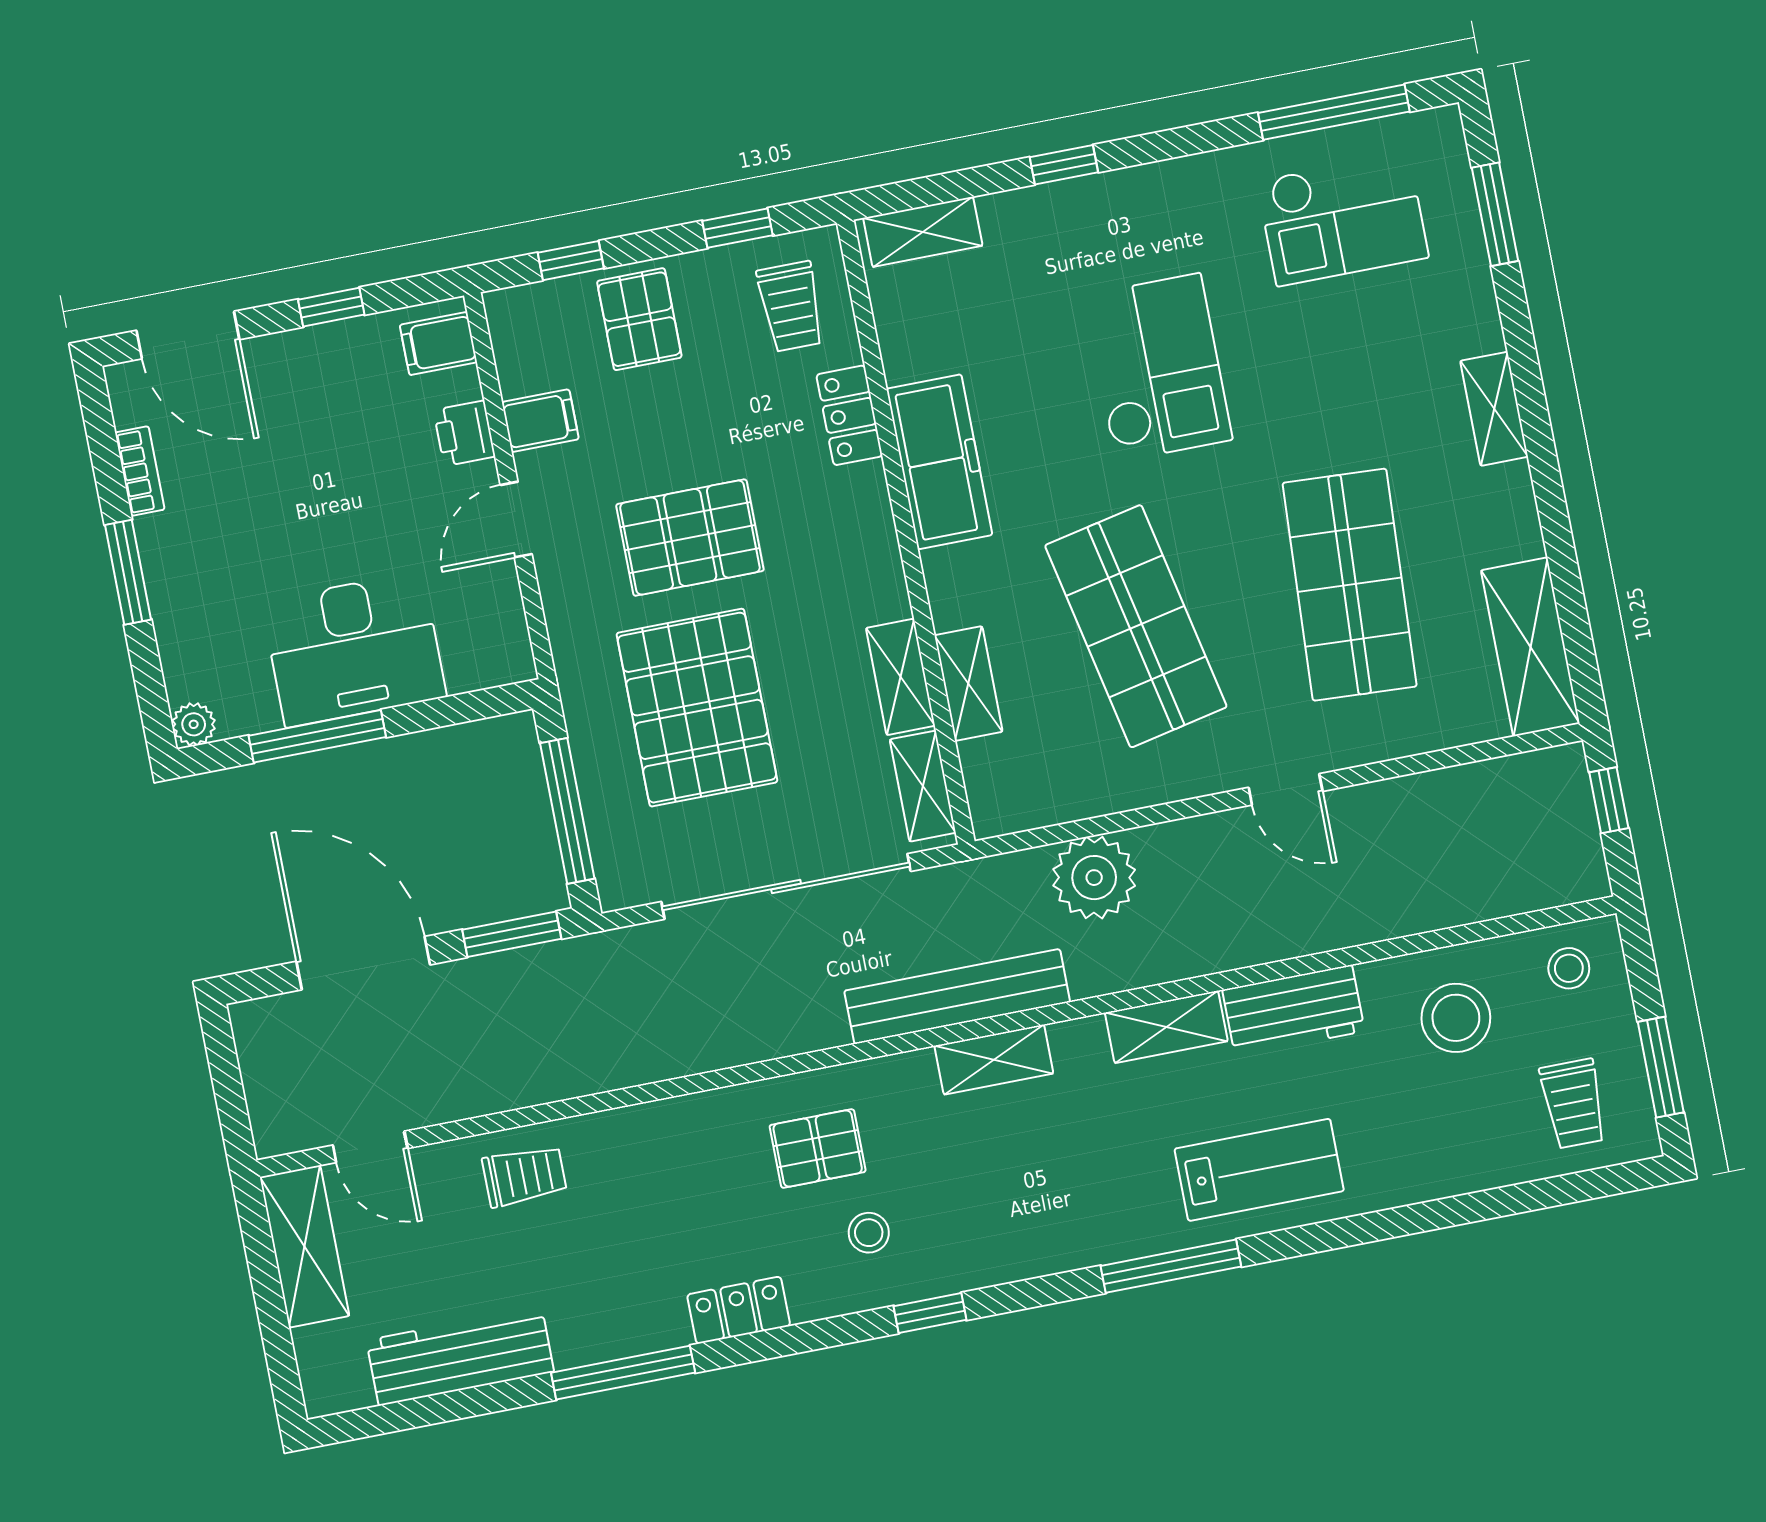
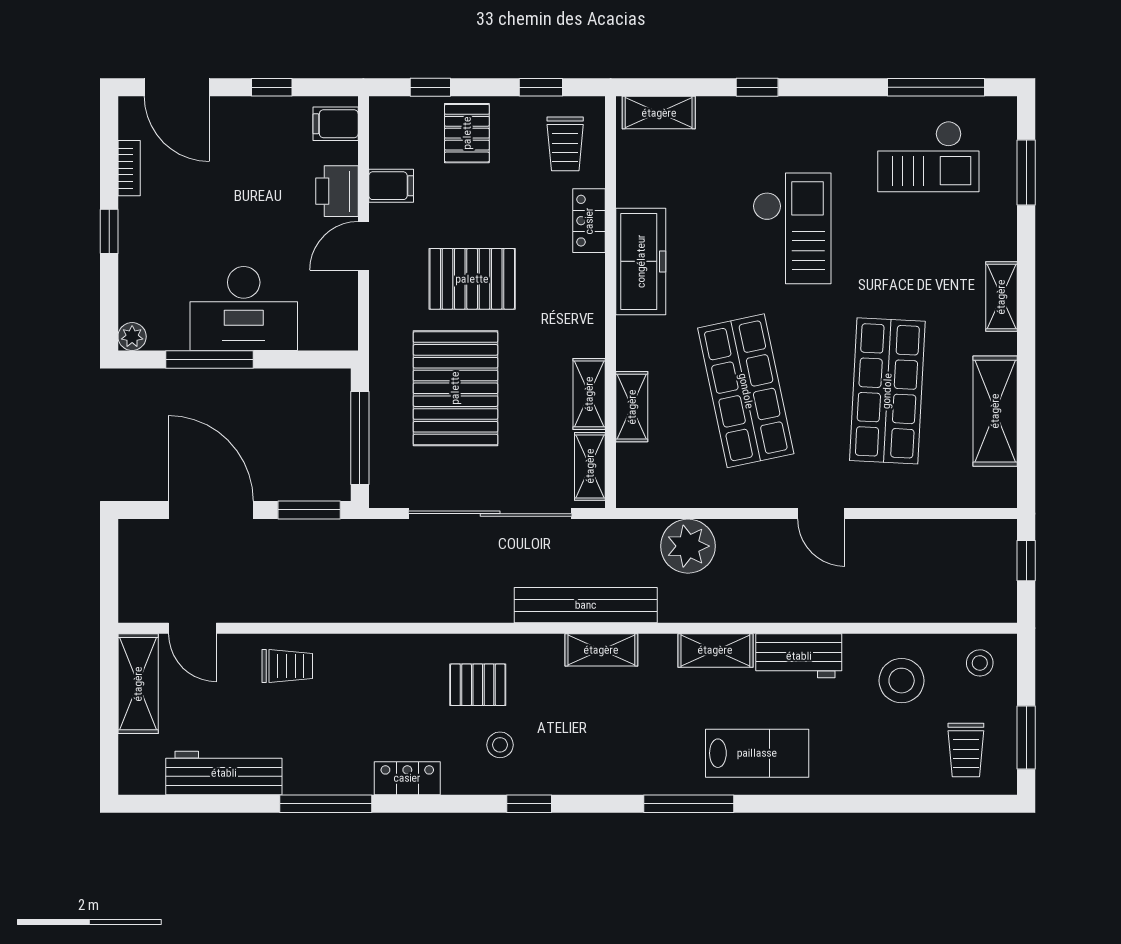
printer: (464, 433) -> (337, 191), width x1.36, depth x1.24
window: (128, 572) -> (109, 231), width x0.67
shelving: (1530, 647) -> (995, 411), moved

